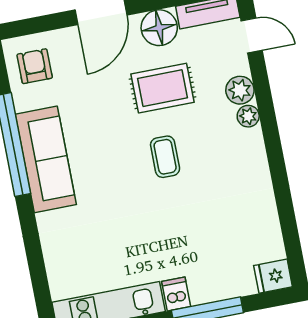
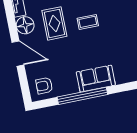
sofa: (46, 159) -> (96, 79), width x0.73

